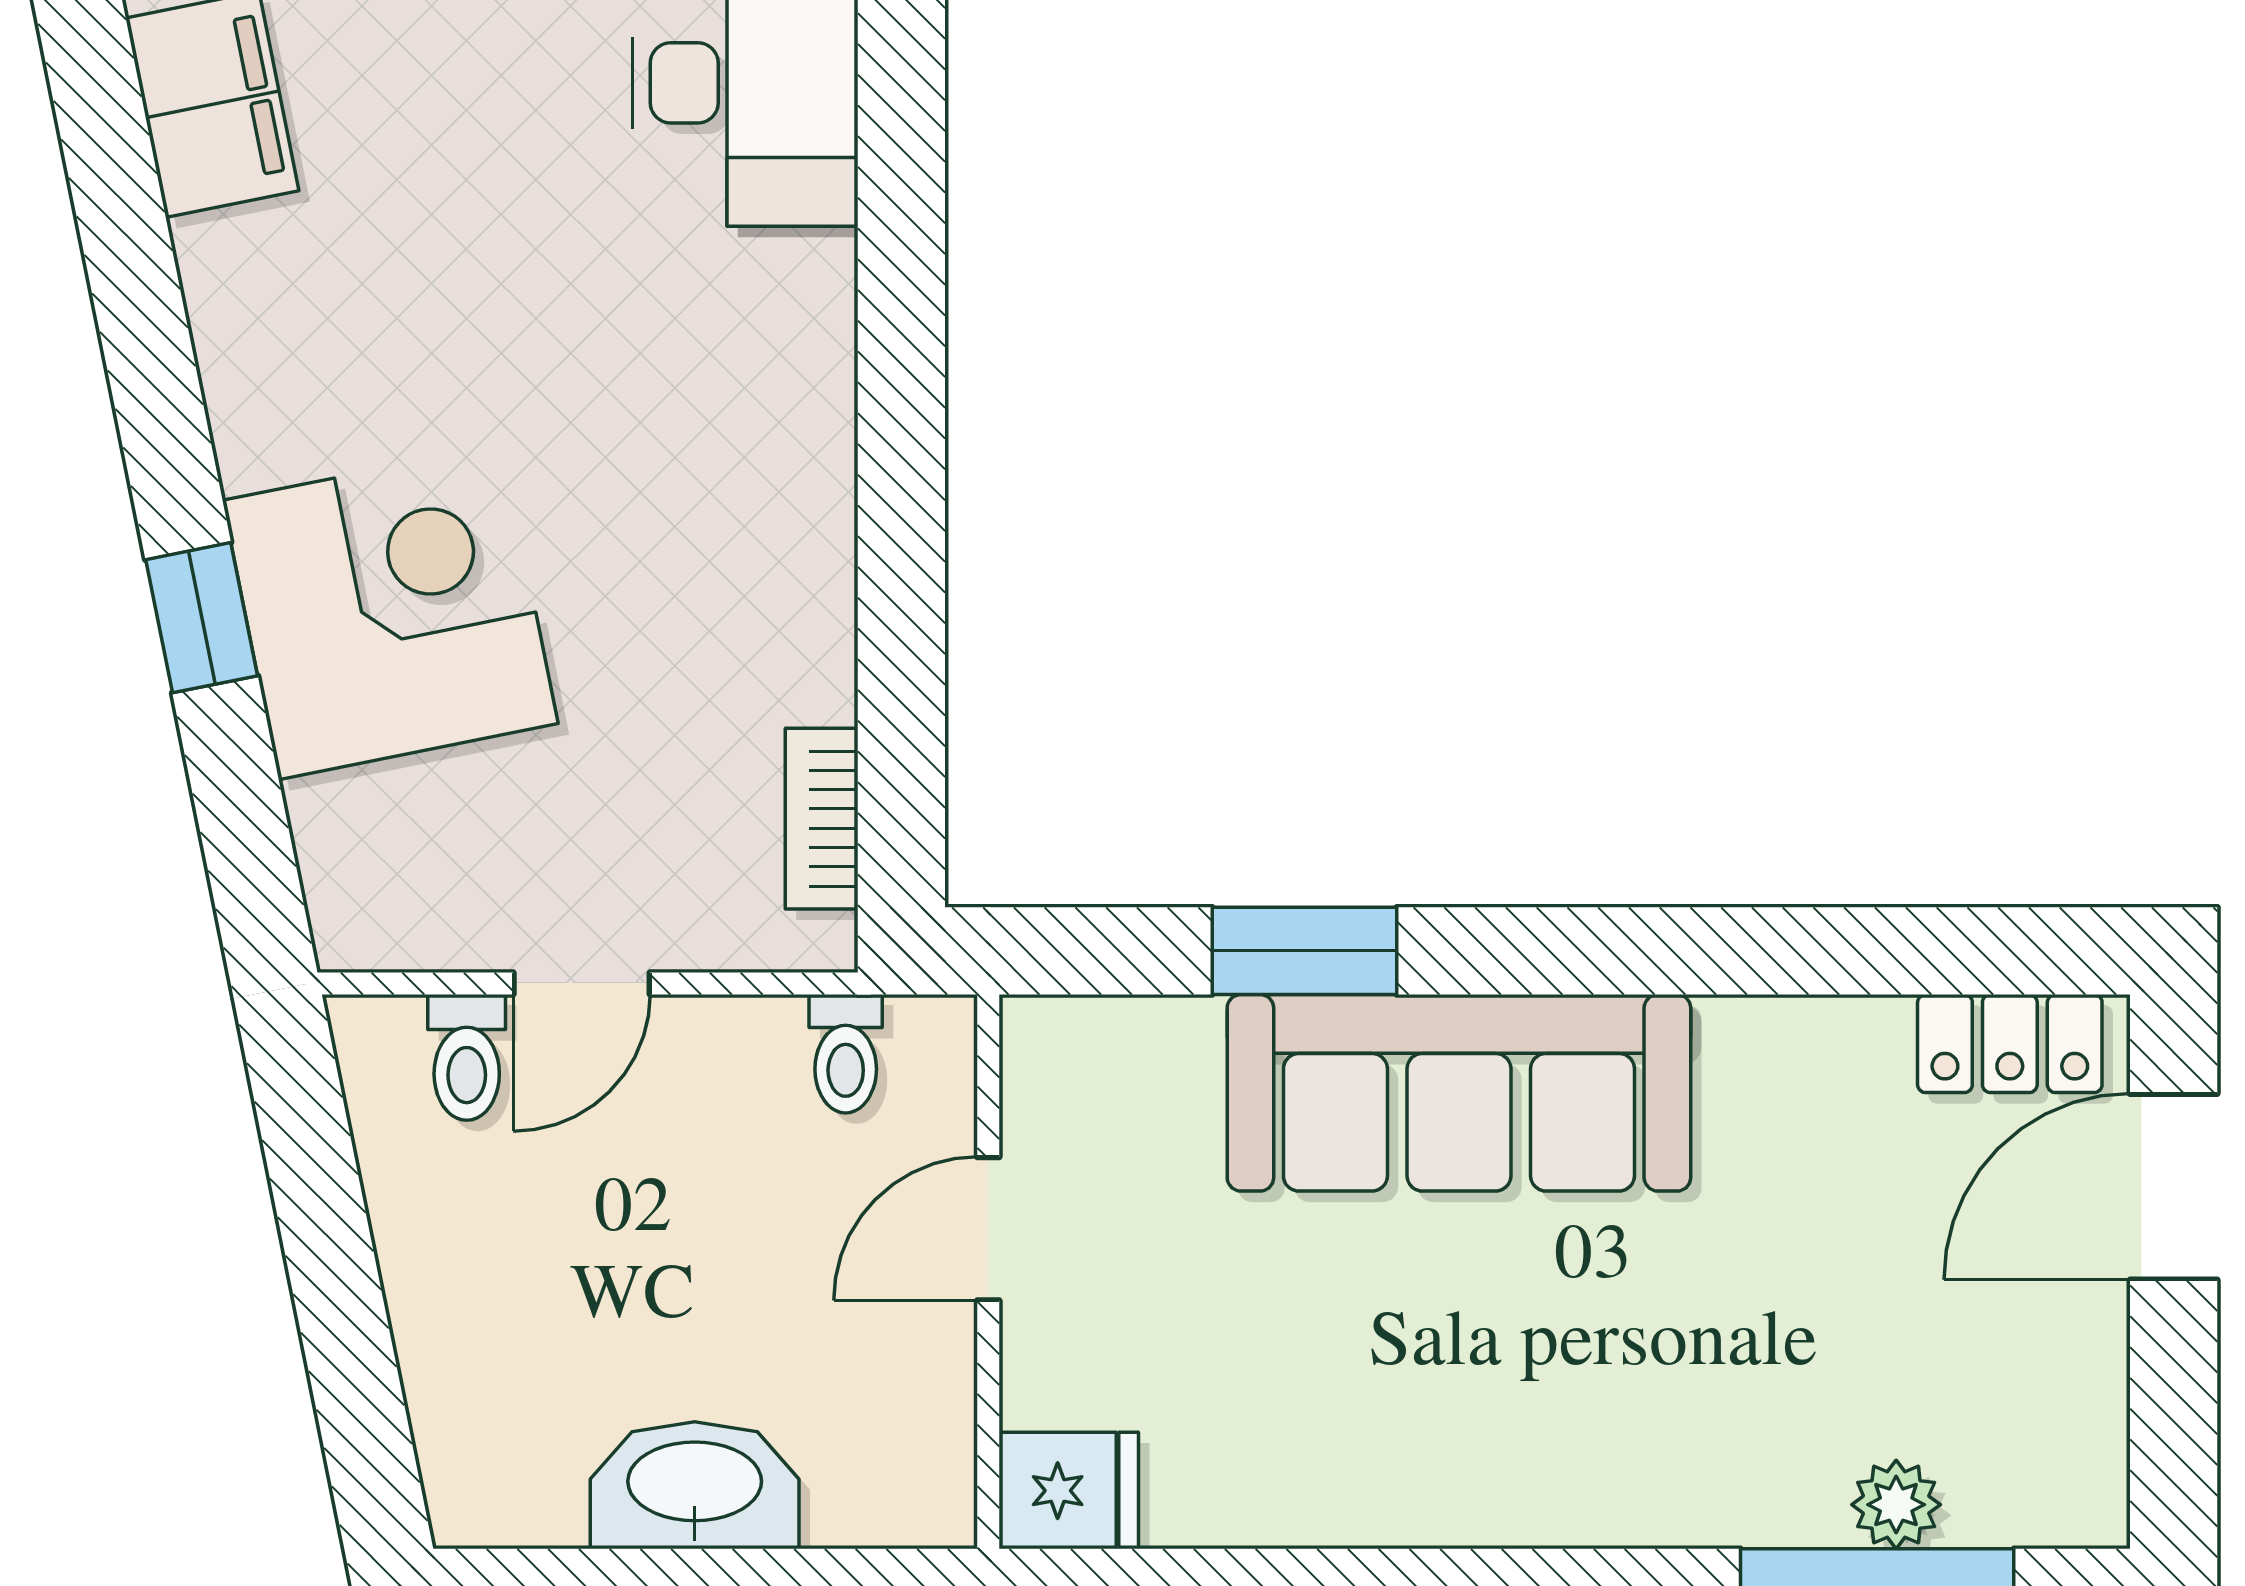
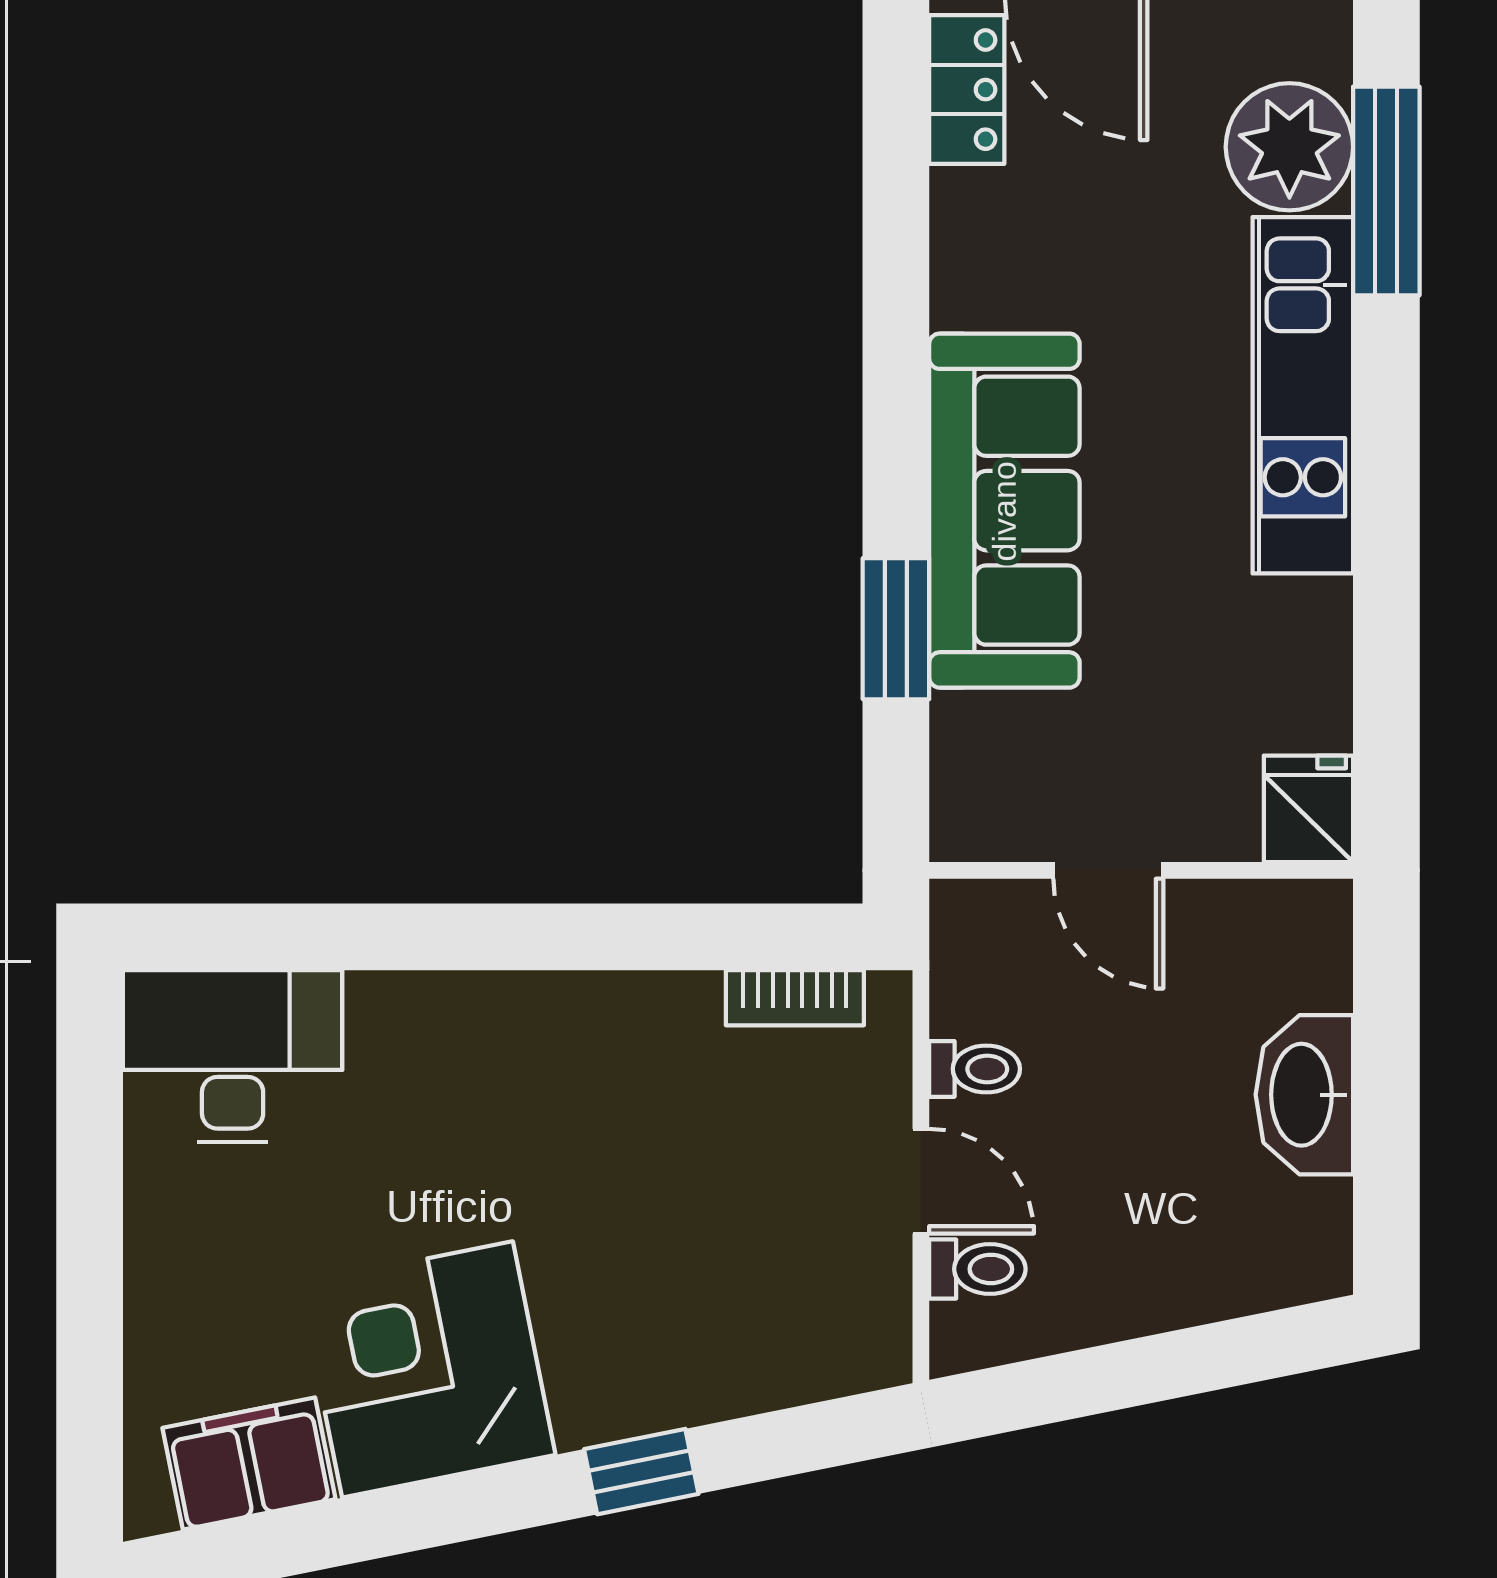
corner desk: (390, 612) -> (427, 1369), moved
toilet: (846, 1054) -> (975, 1069), moved
kitchen unit: (1610, 1483) -> (1303, 395), added
plant: (1896, 1505) -> (1289, 147), width x1.88, depth x1.88

